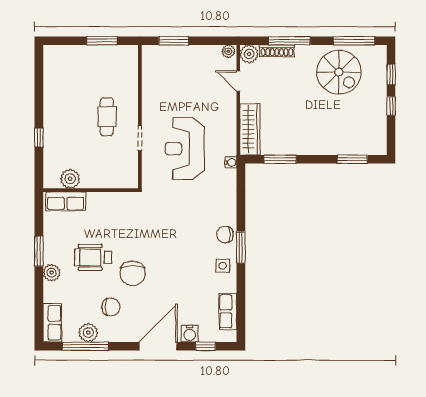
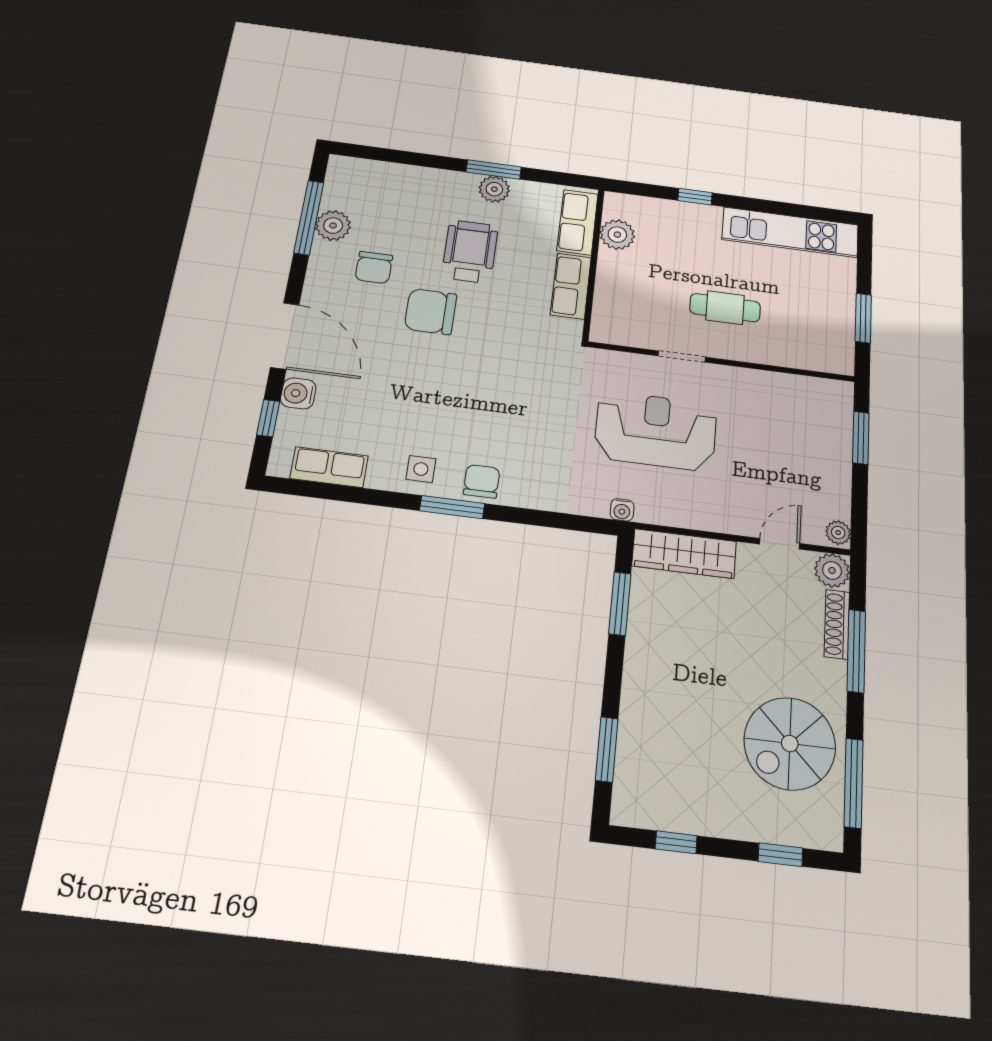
kitchen unit: (54, 83) -> (790, 232), added
window: (391, 106) -> (676, 842), moved
plant: (52, 273) -> (494, 189), moved
row of seats: (52, 323) -> (571, 286), moved, turned 90

